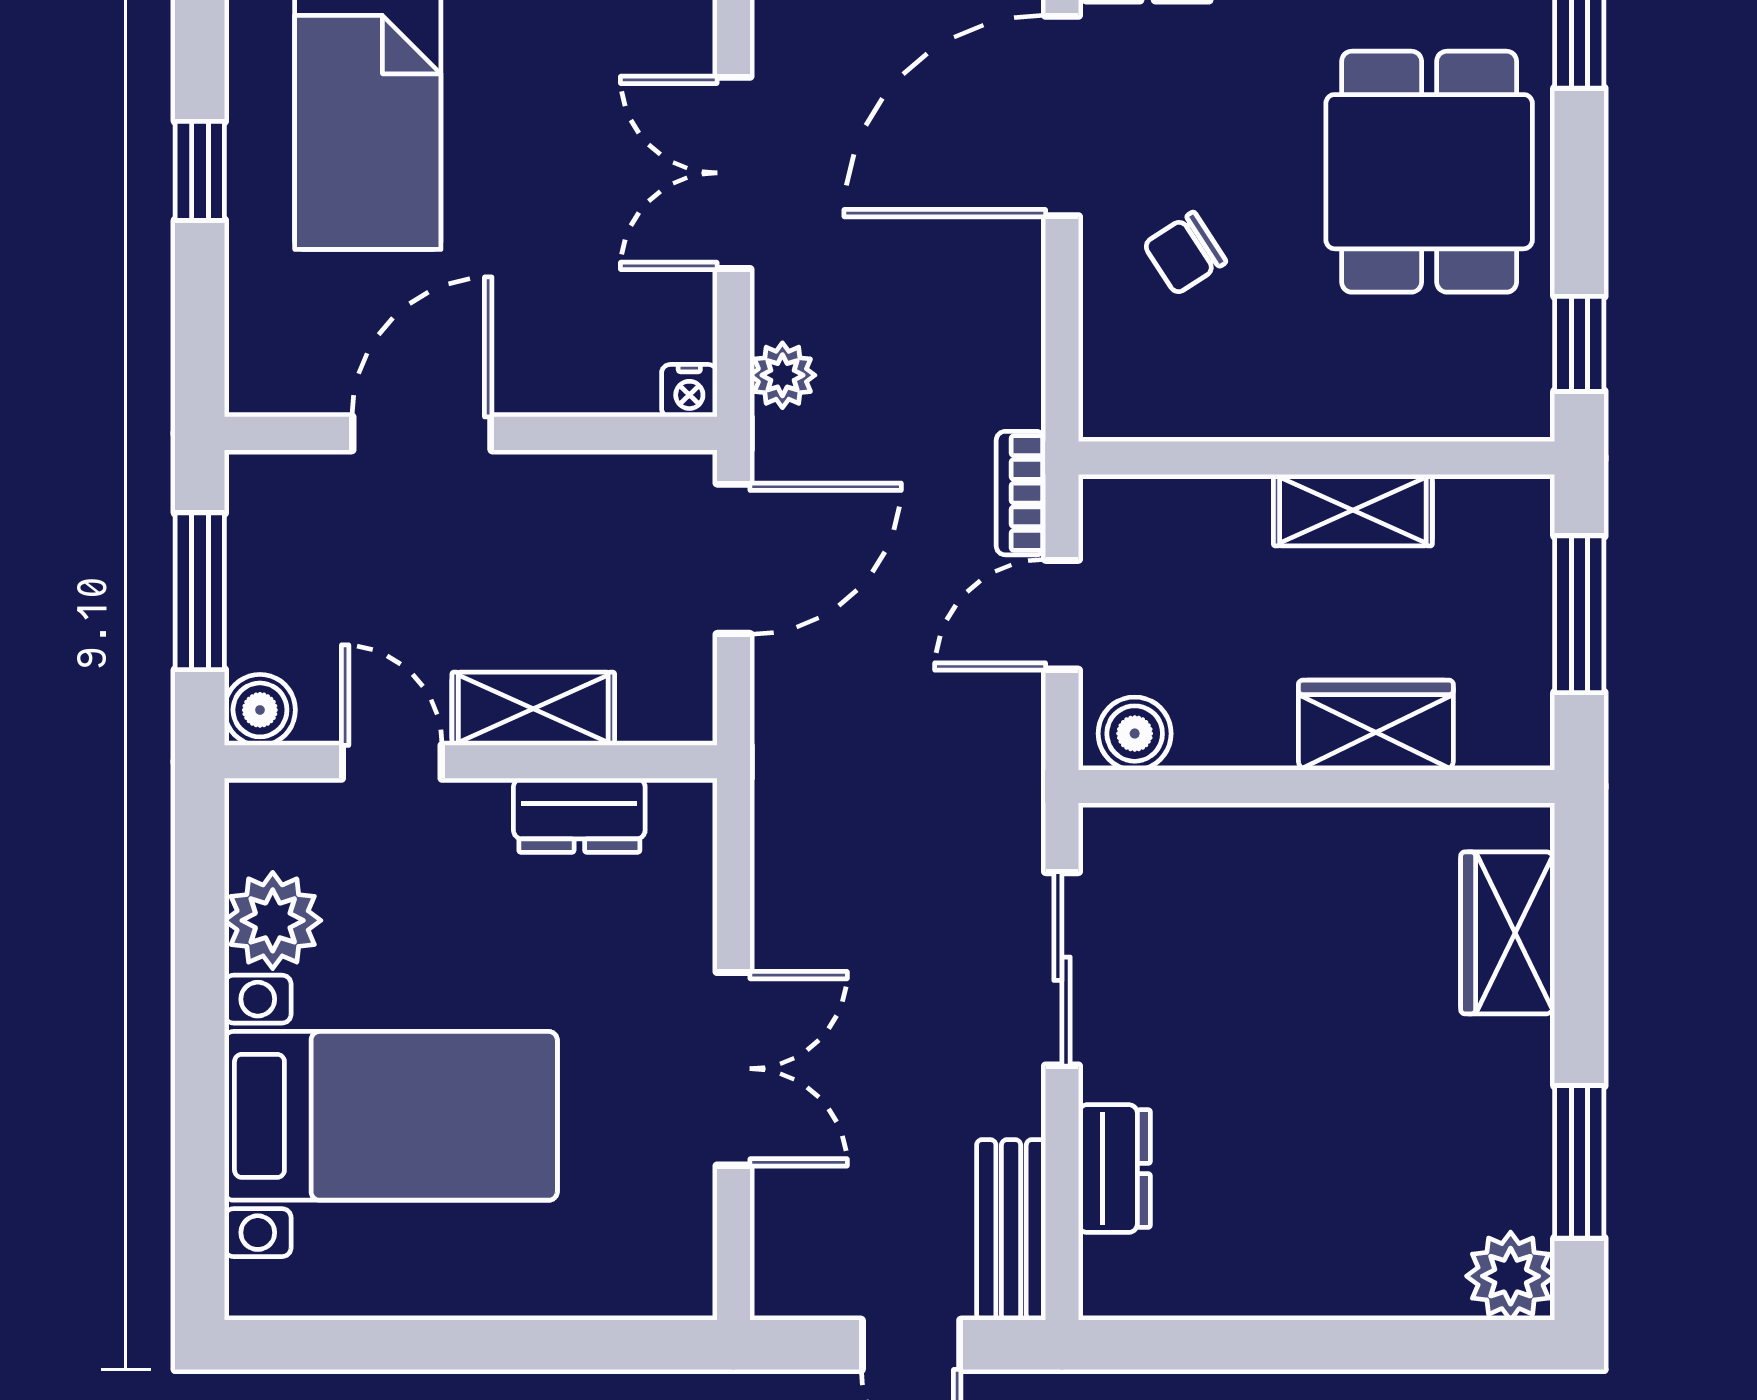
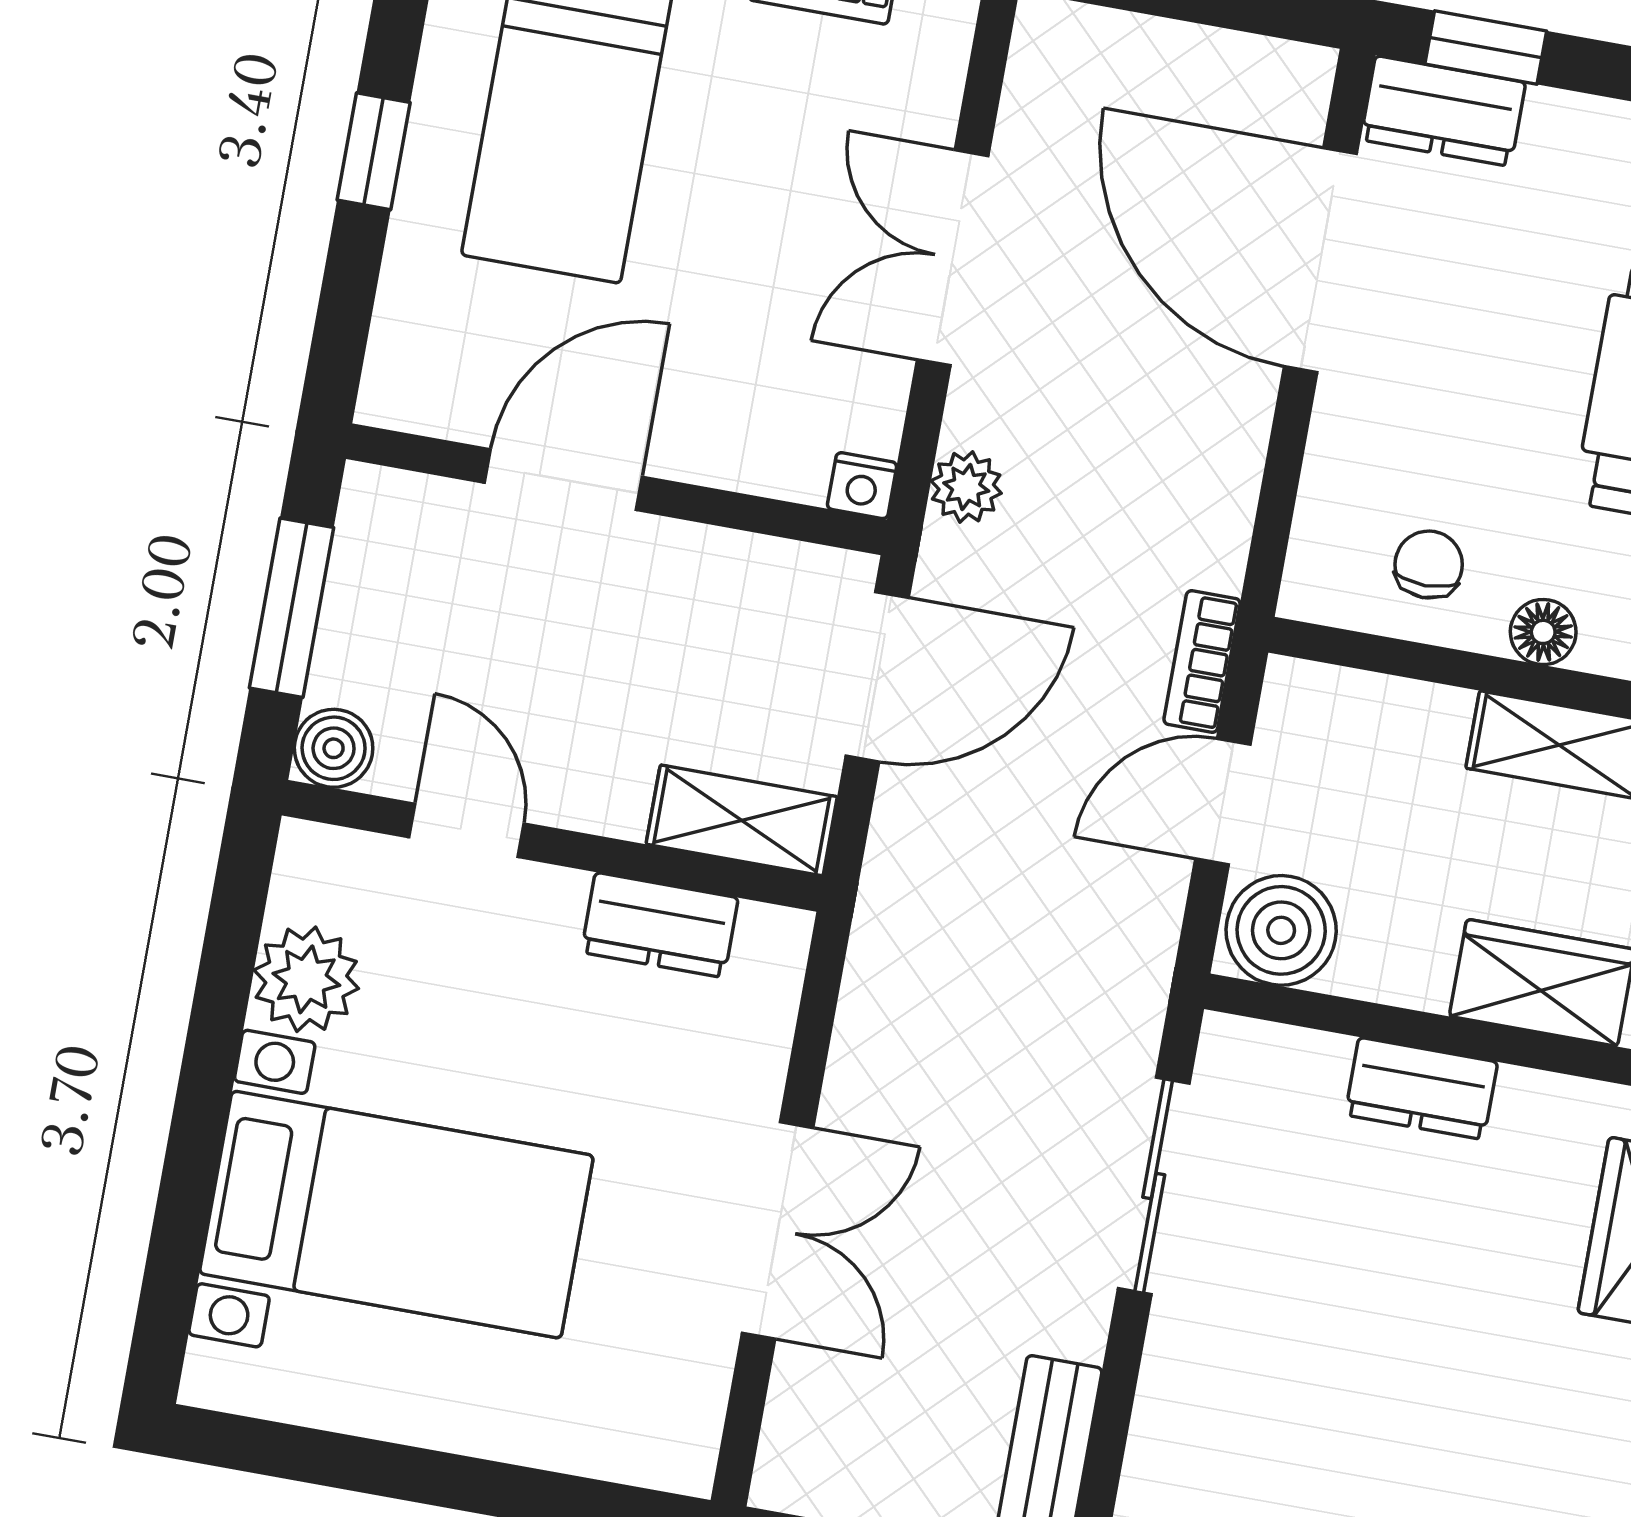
door: (1062, 116) -> (1320, 260), hinge flipped
chair: (1185, 253) -> (1429, 565), moved, turned 123
floor lamp: (1321, 412) -> (1543, 632), added
shelving: (533, 709) -> (742, 820), moved
boiler: (1135, 734) -> (1281, 930), width x1.36, depth x1.36
dresser: (1114, 1169) -> (1421, 1088), moved, turned 90

